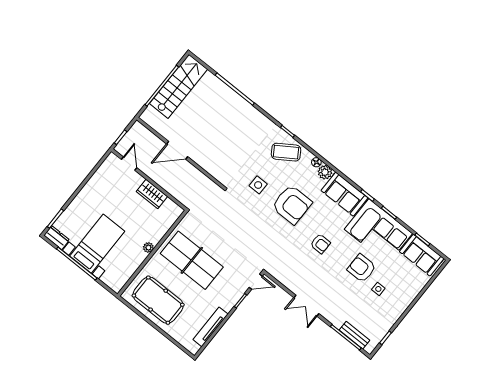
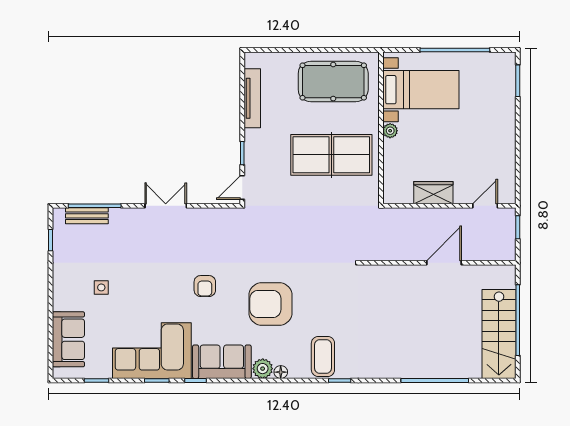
coffee table: (286, 152) -> (323, 356), turned -57
door: (129, 164) -> (485, 206), swing flipped
side table: (258, 185) -> (325, 296), removed
dresser: (57, 238) -> (500, 61), removed
bed with nightstands: (97, 244) -> (421, 90), moved, turned -90
armchair: (320, 244) -> (205, 286), turned -90
sofa: (422, 255) -> (68, 339), moved, turned 90
armchair: (362, 268) -> (138, 296), removed

